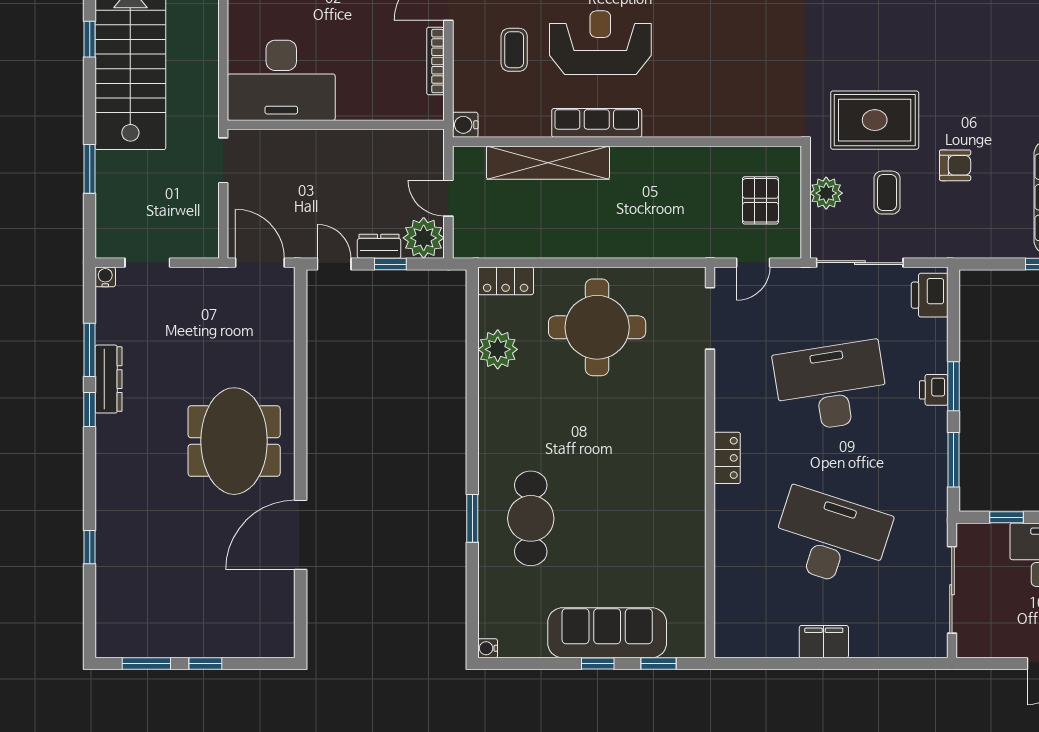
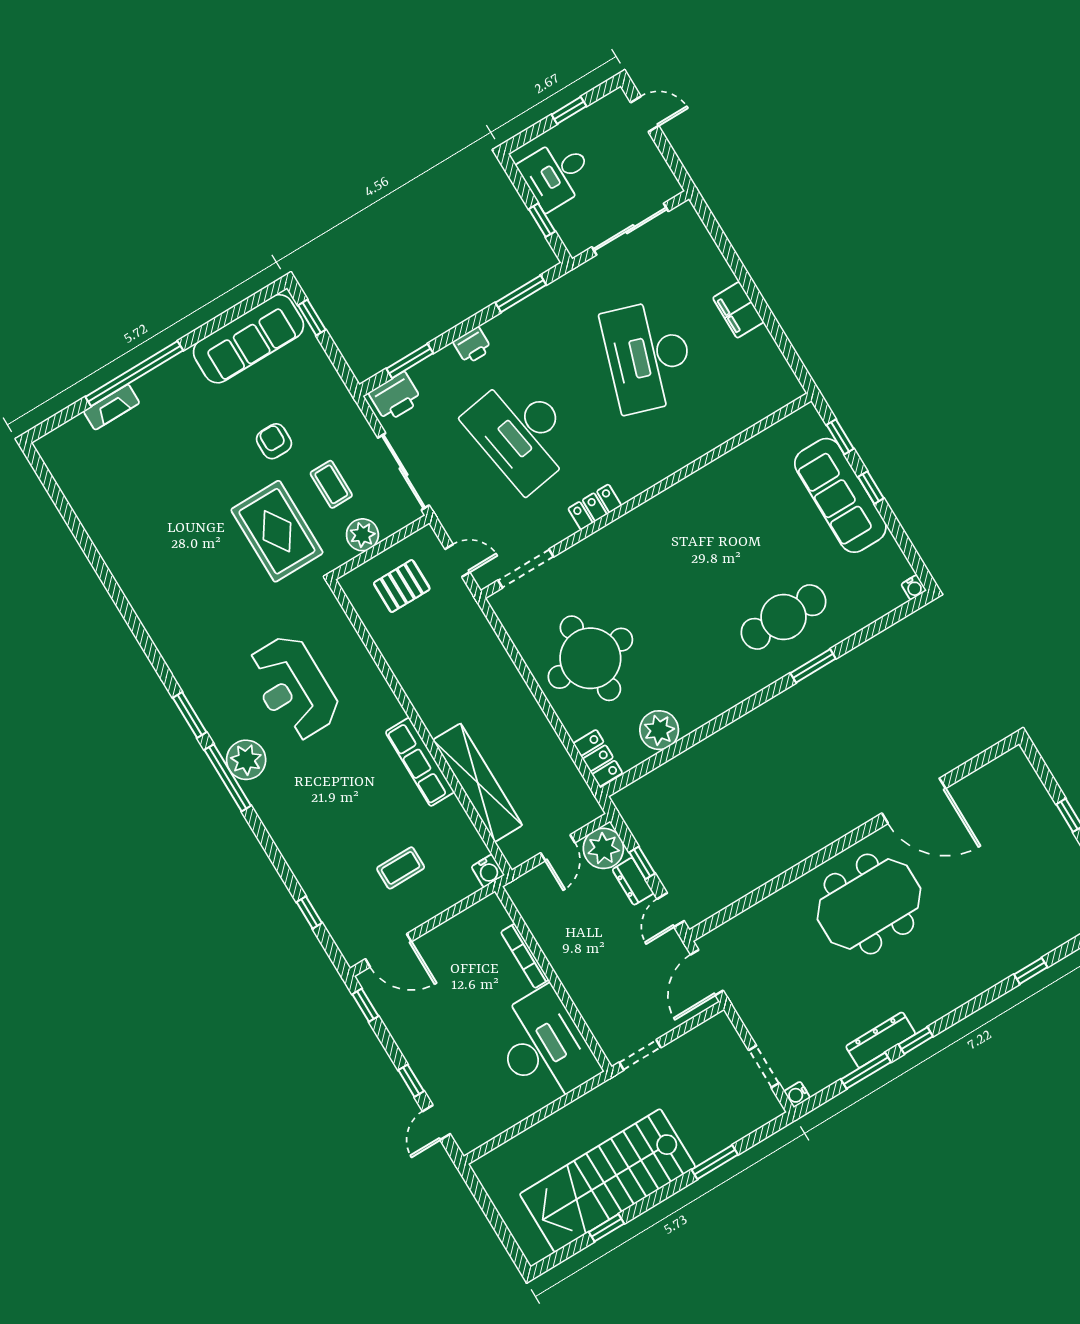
reception desk: (600, 43) -> (293, 688), moved
bookcase: (435, 61) -> (525, 956), moved, turned 90
coffee table: (887, 193) -> (331, 484), turned 90
window: (953, 386) -> (410, 361), moved
locker: (727, 458) -> (595, 507), moved

